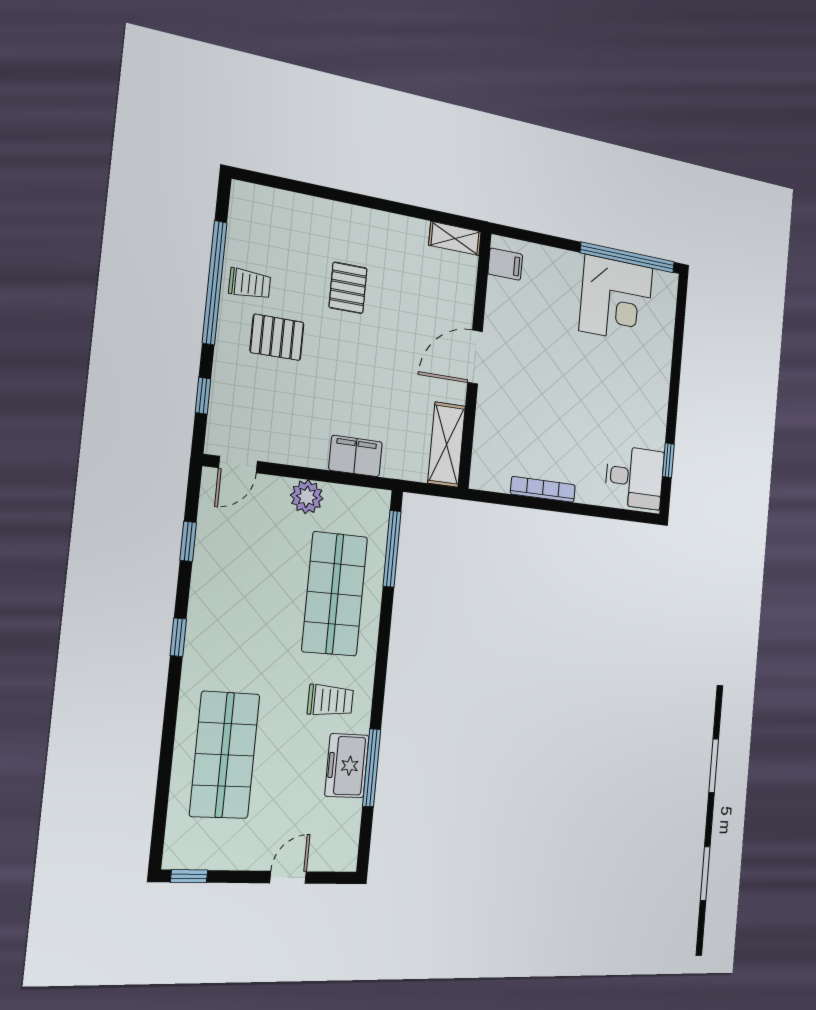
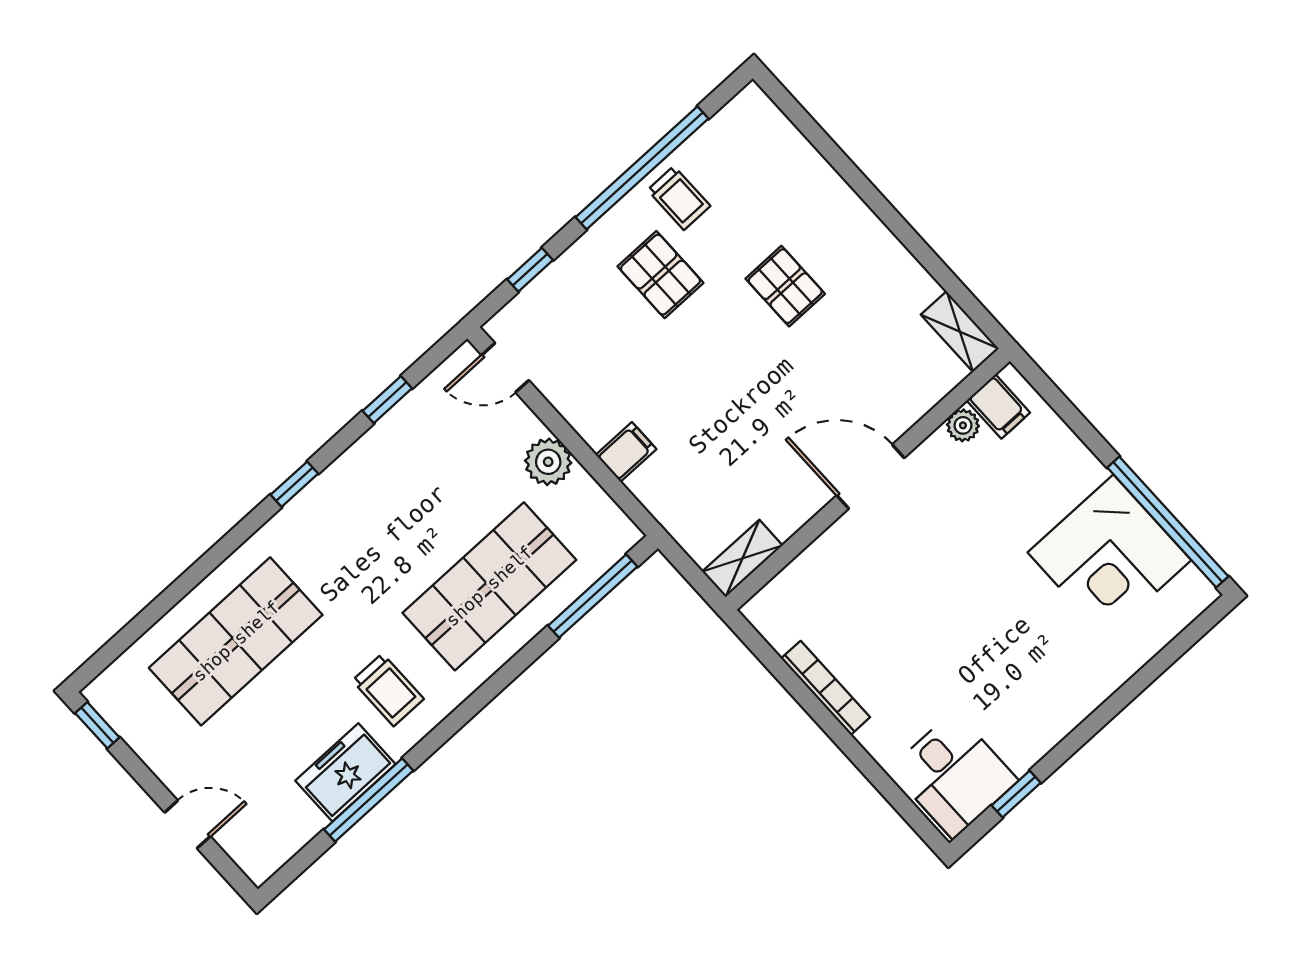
pallet: (348, 288) -> (785, 286), turned 90
plant: (497, 289) -> (963, 425), added
shelving: (447, 445) -> (742, 559), width x0.67, depth x0.75
filing cabinet: (356, 456) -> (626, 452), width x0.50

